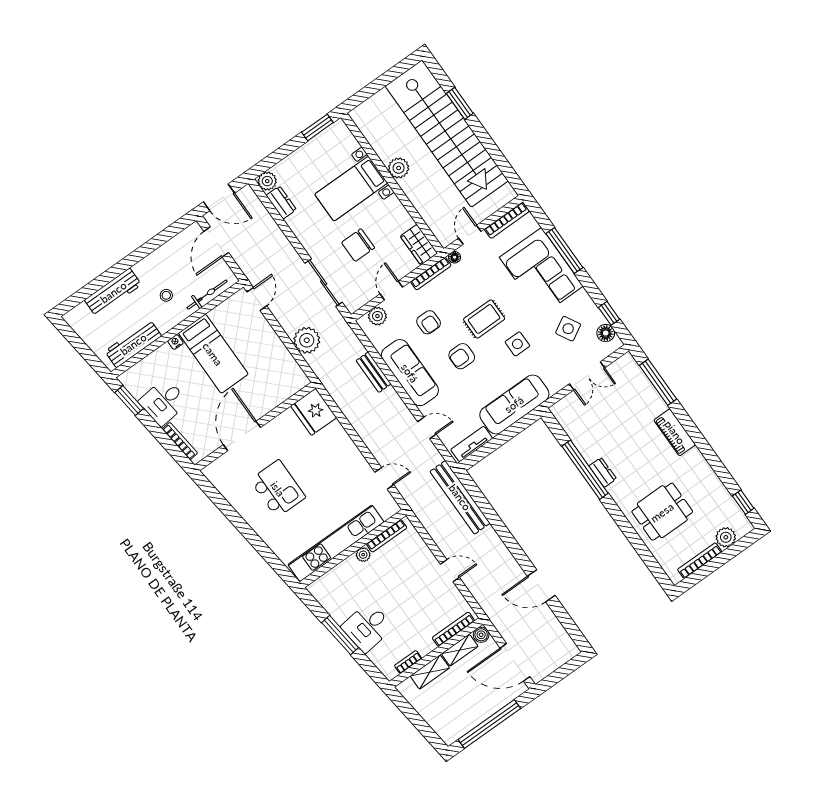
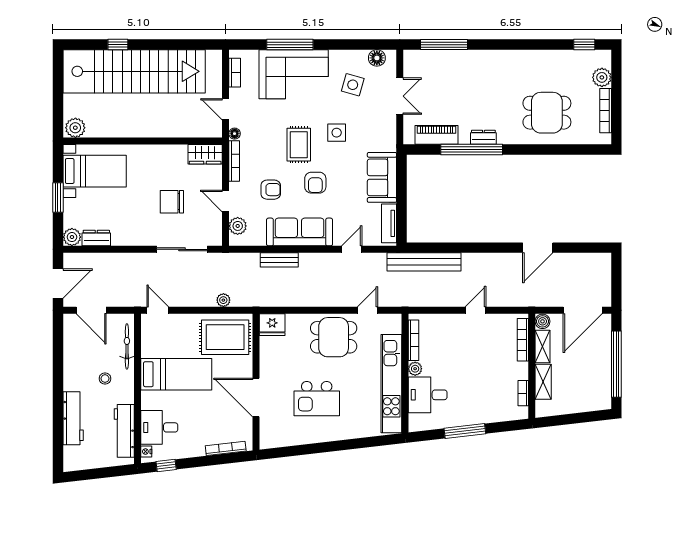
window: (460, 103) -> (118, 45), width x0.67
window: (317, 127) -> (58, 197), moved
plant: (399, 168) -> (75, 128), moved
bed with nightstands: (351, 189) -> (95, 171), moved, turned -90
bookcase: (507, 220) -> (235, 73), width x0.64
chair: (358, 245) -> (172, 202), turned 90
window: (609, 313) -> (363, 45), removed
side table: (568, 329) -> (353, 85), turned 45
plant: (307, 340) -> (223, 300), width x0.53, depth x0.53
nightstand: (175, 342) -> (146, 452), moved
rug: (275, 373) -> (225, 337), added
window: (129, 401) -> (166, 465), width x0.67
desk: (163, 402) -> (159, 427), moved, turned 97
sofa: (514, 404) -> (382, 177), width x0.73
fridge: (314, 412) -> (272, 325), width x0.73, depth x0.75
piano: (675, 432) -> (437, 135), moved, turned 180
dining table: (341, 466) -> (334, 337), added
kitchen island: (278, 489) -> (317, 399), turned 180
dining table: (662, 512) -> (547, 113), turned 90
desk: (367, 627) -> (428, 395), moved, turned 97

